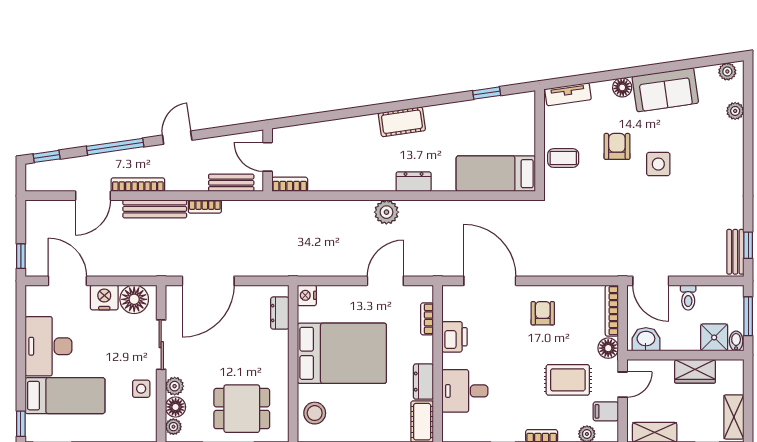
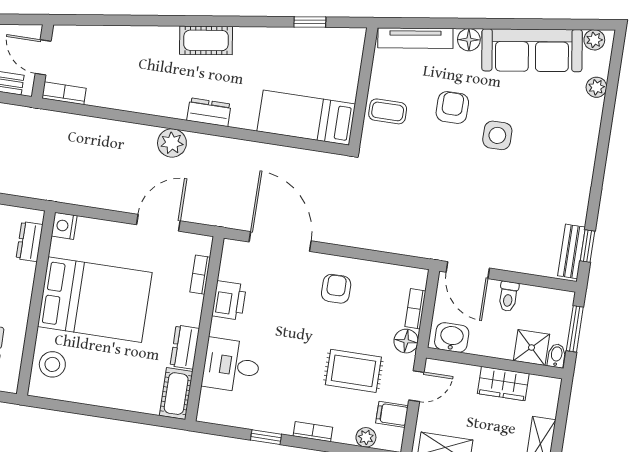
sofa: (665, 90) -> (532, 50), width x1.36
tv unit: (568, 94) -> (415, 38), width x1.41
bookcase: (612, 311) -> (415, 309), width x0.64

